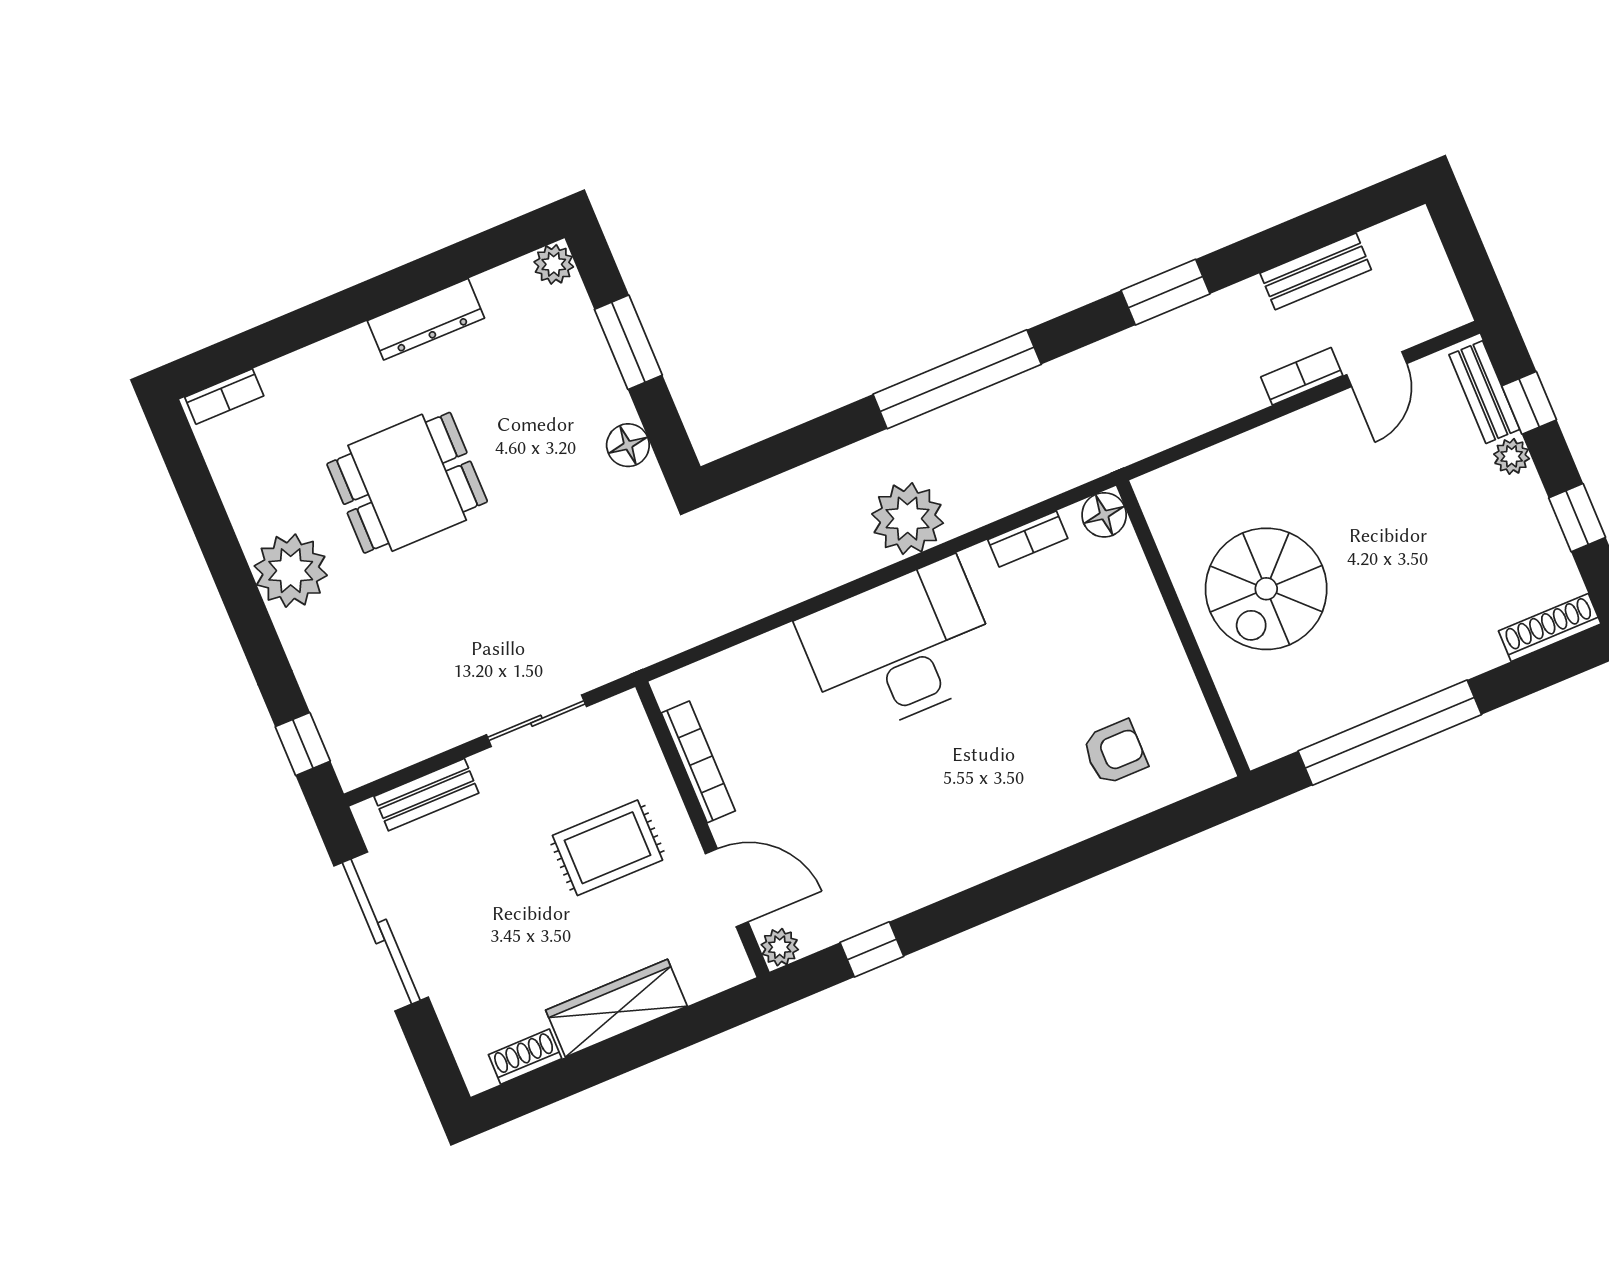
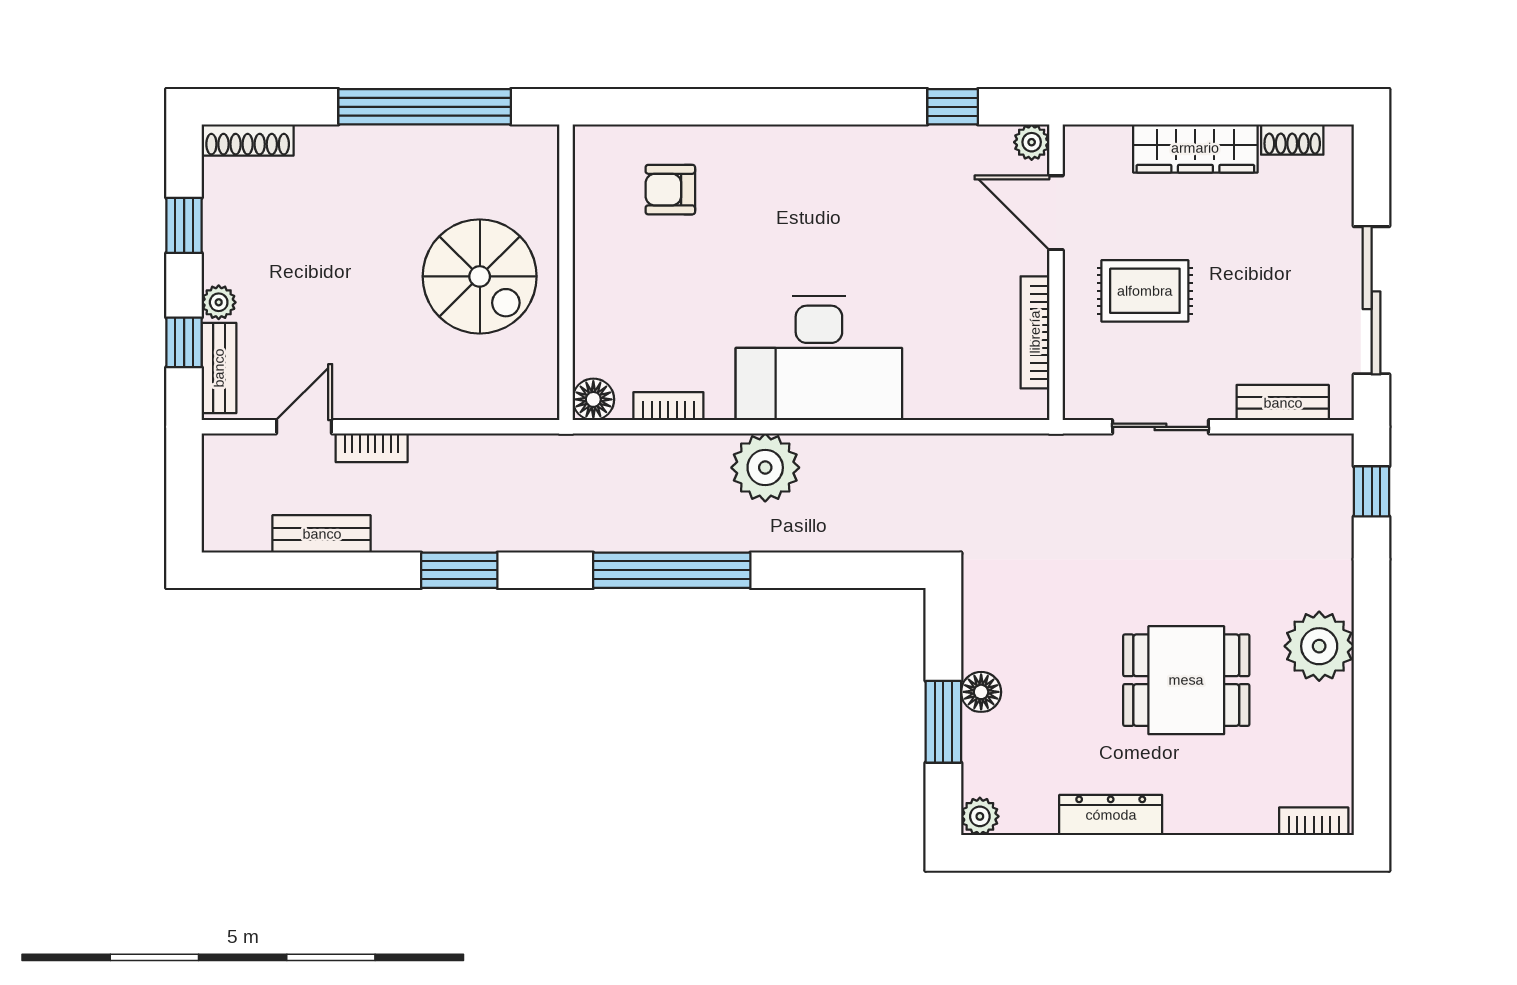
floor lamp: (628, 445) -> (981, 692), moved
spiral stairs: (1266, 589) -> (480, 276), turned 90

